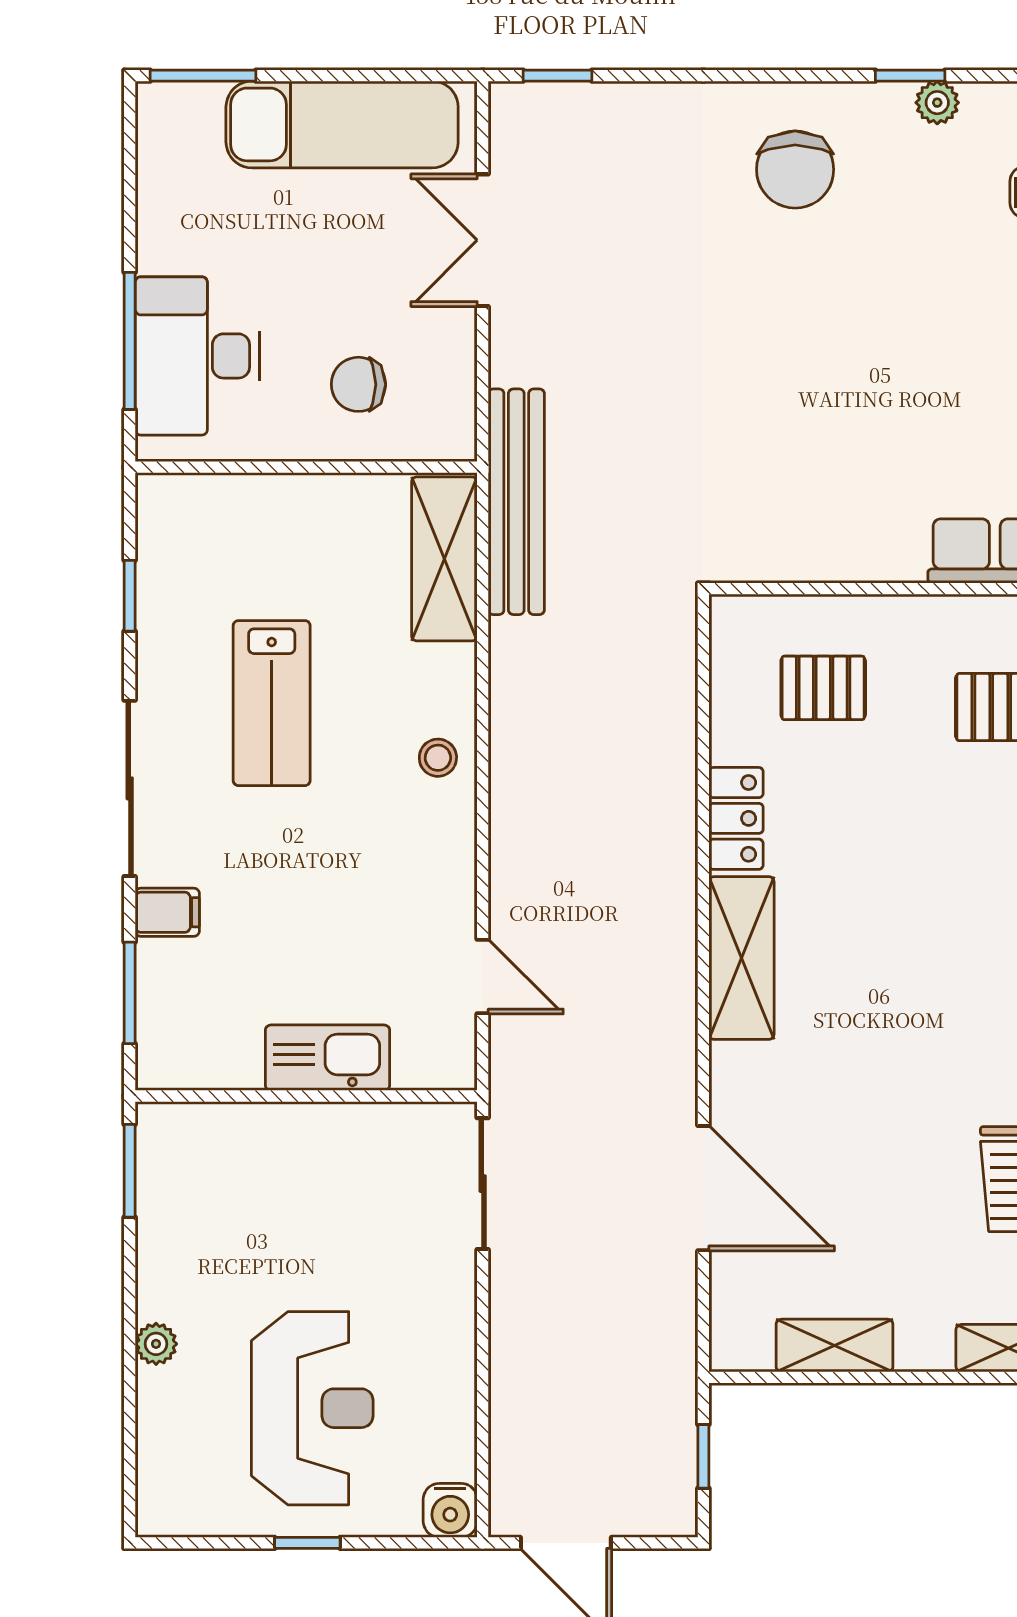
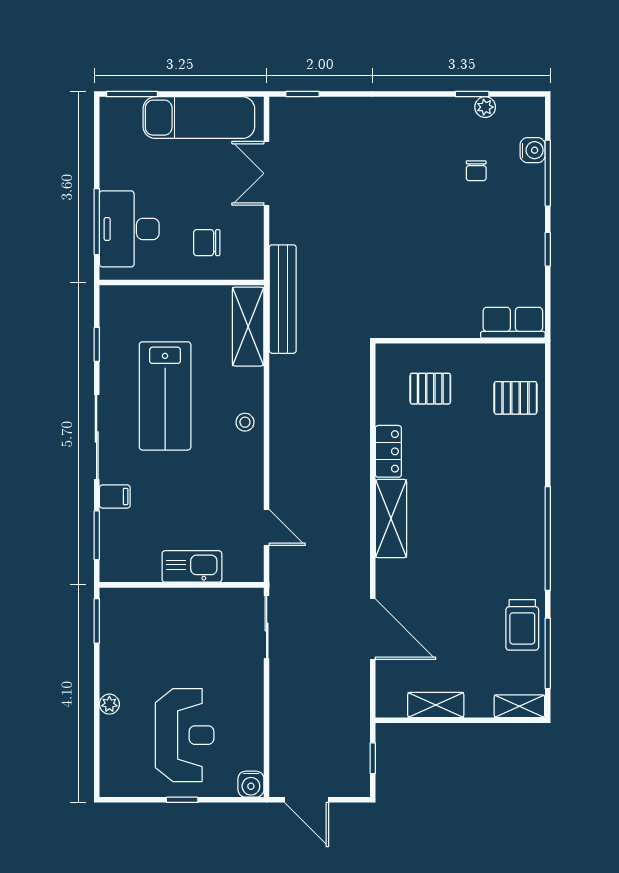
chair: (795, 170) -> (476, 171), moved, width x0.54, depth x0.54
lab bench: (272, 703) -> (165, 396), width x1.36, depth x1.39

